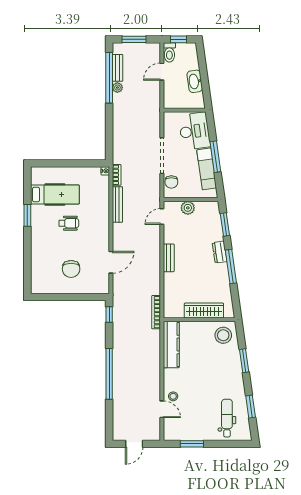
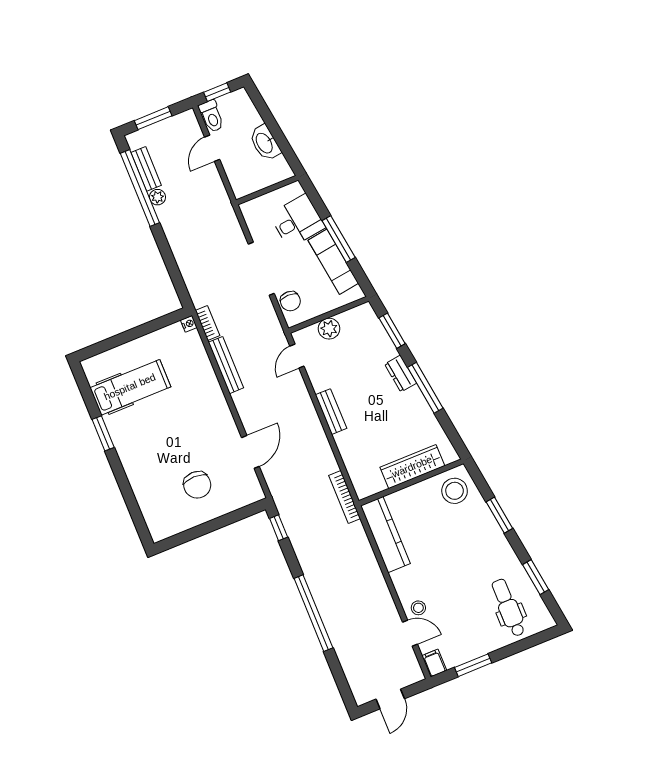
desk: (194, 131) -> (297, 221), width x0.73
wheelchair: (69, 223) -> (167, 420), removed
filing cabinet: (169, 433) -> (434, 663), added

